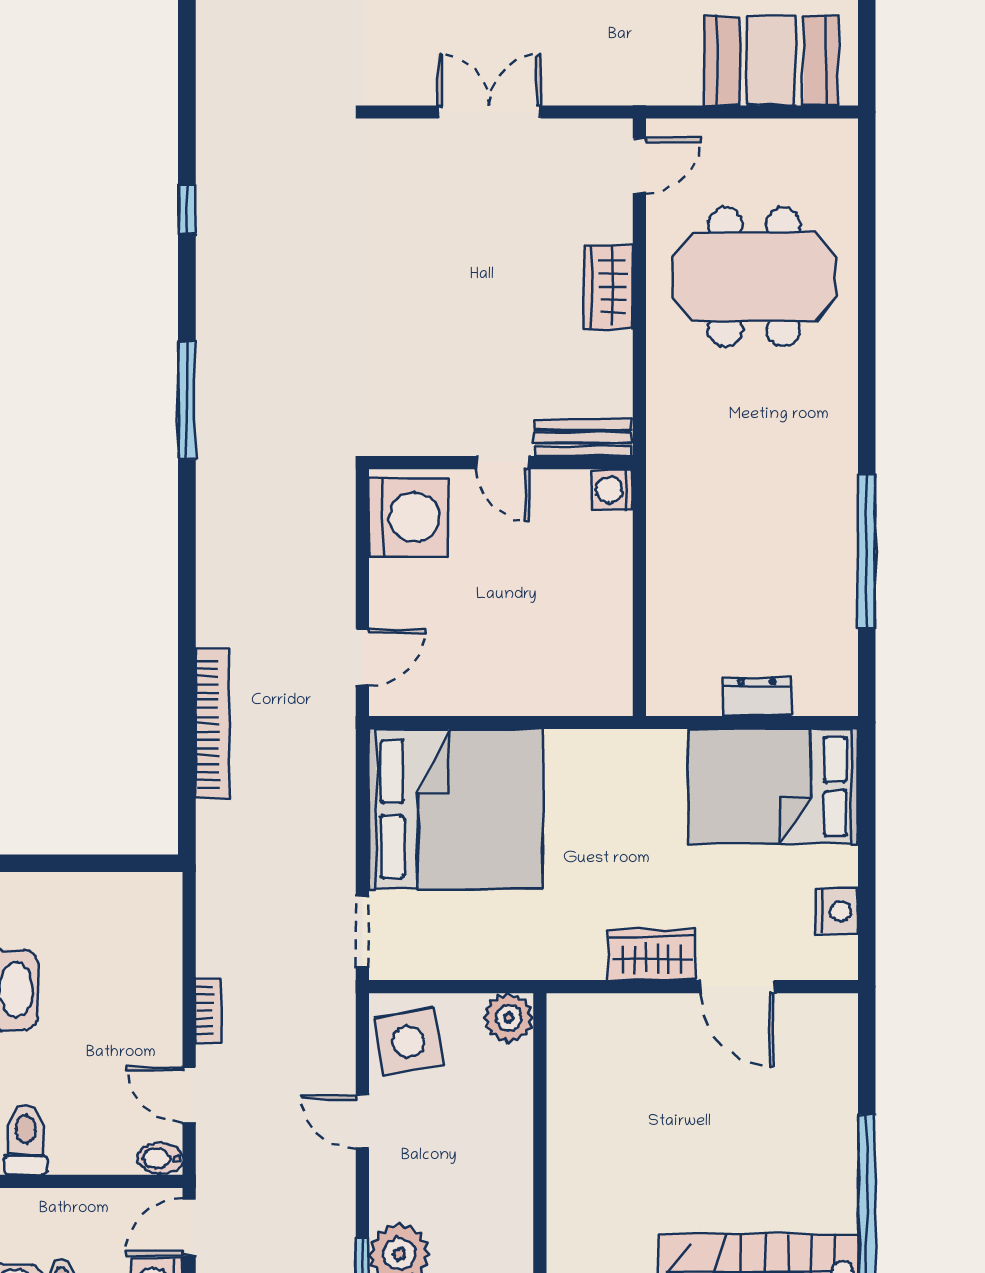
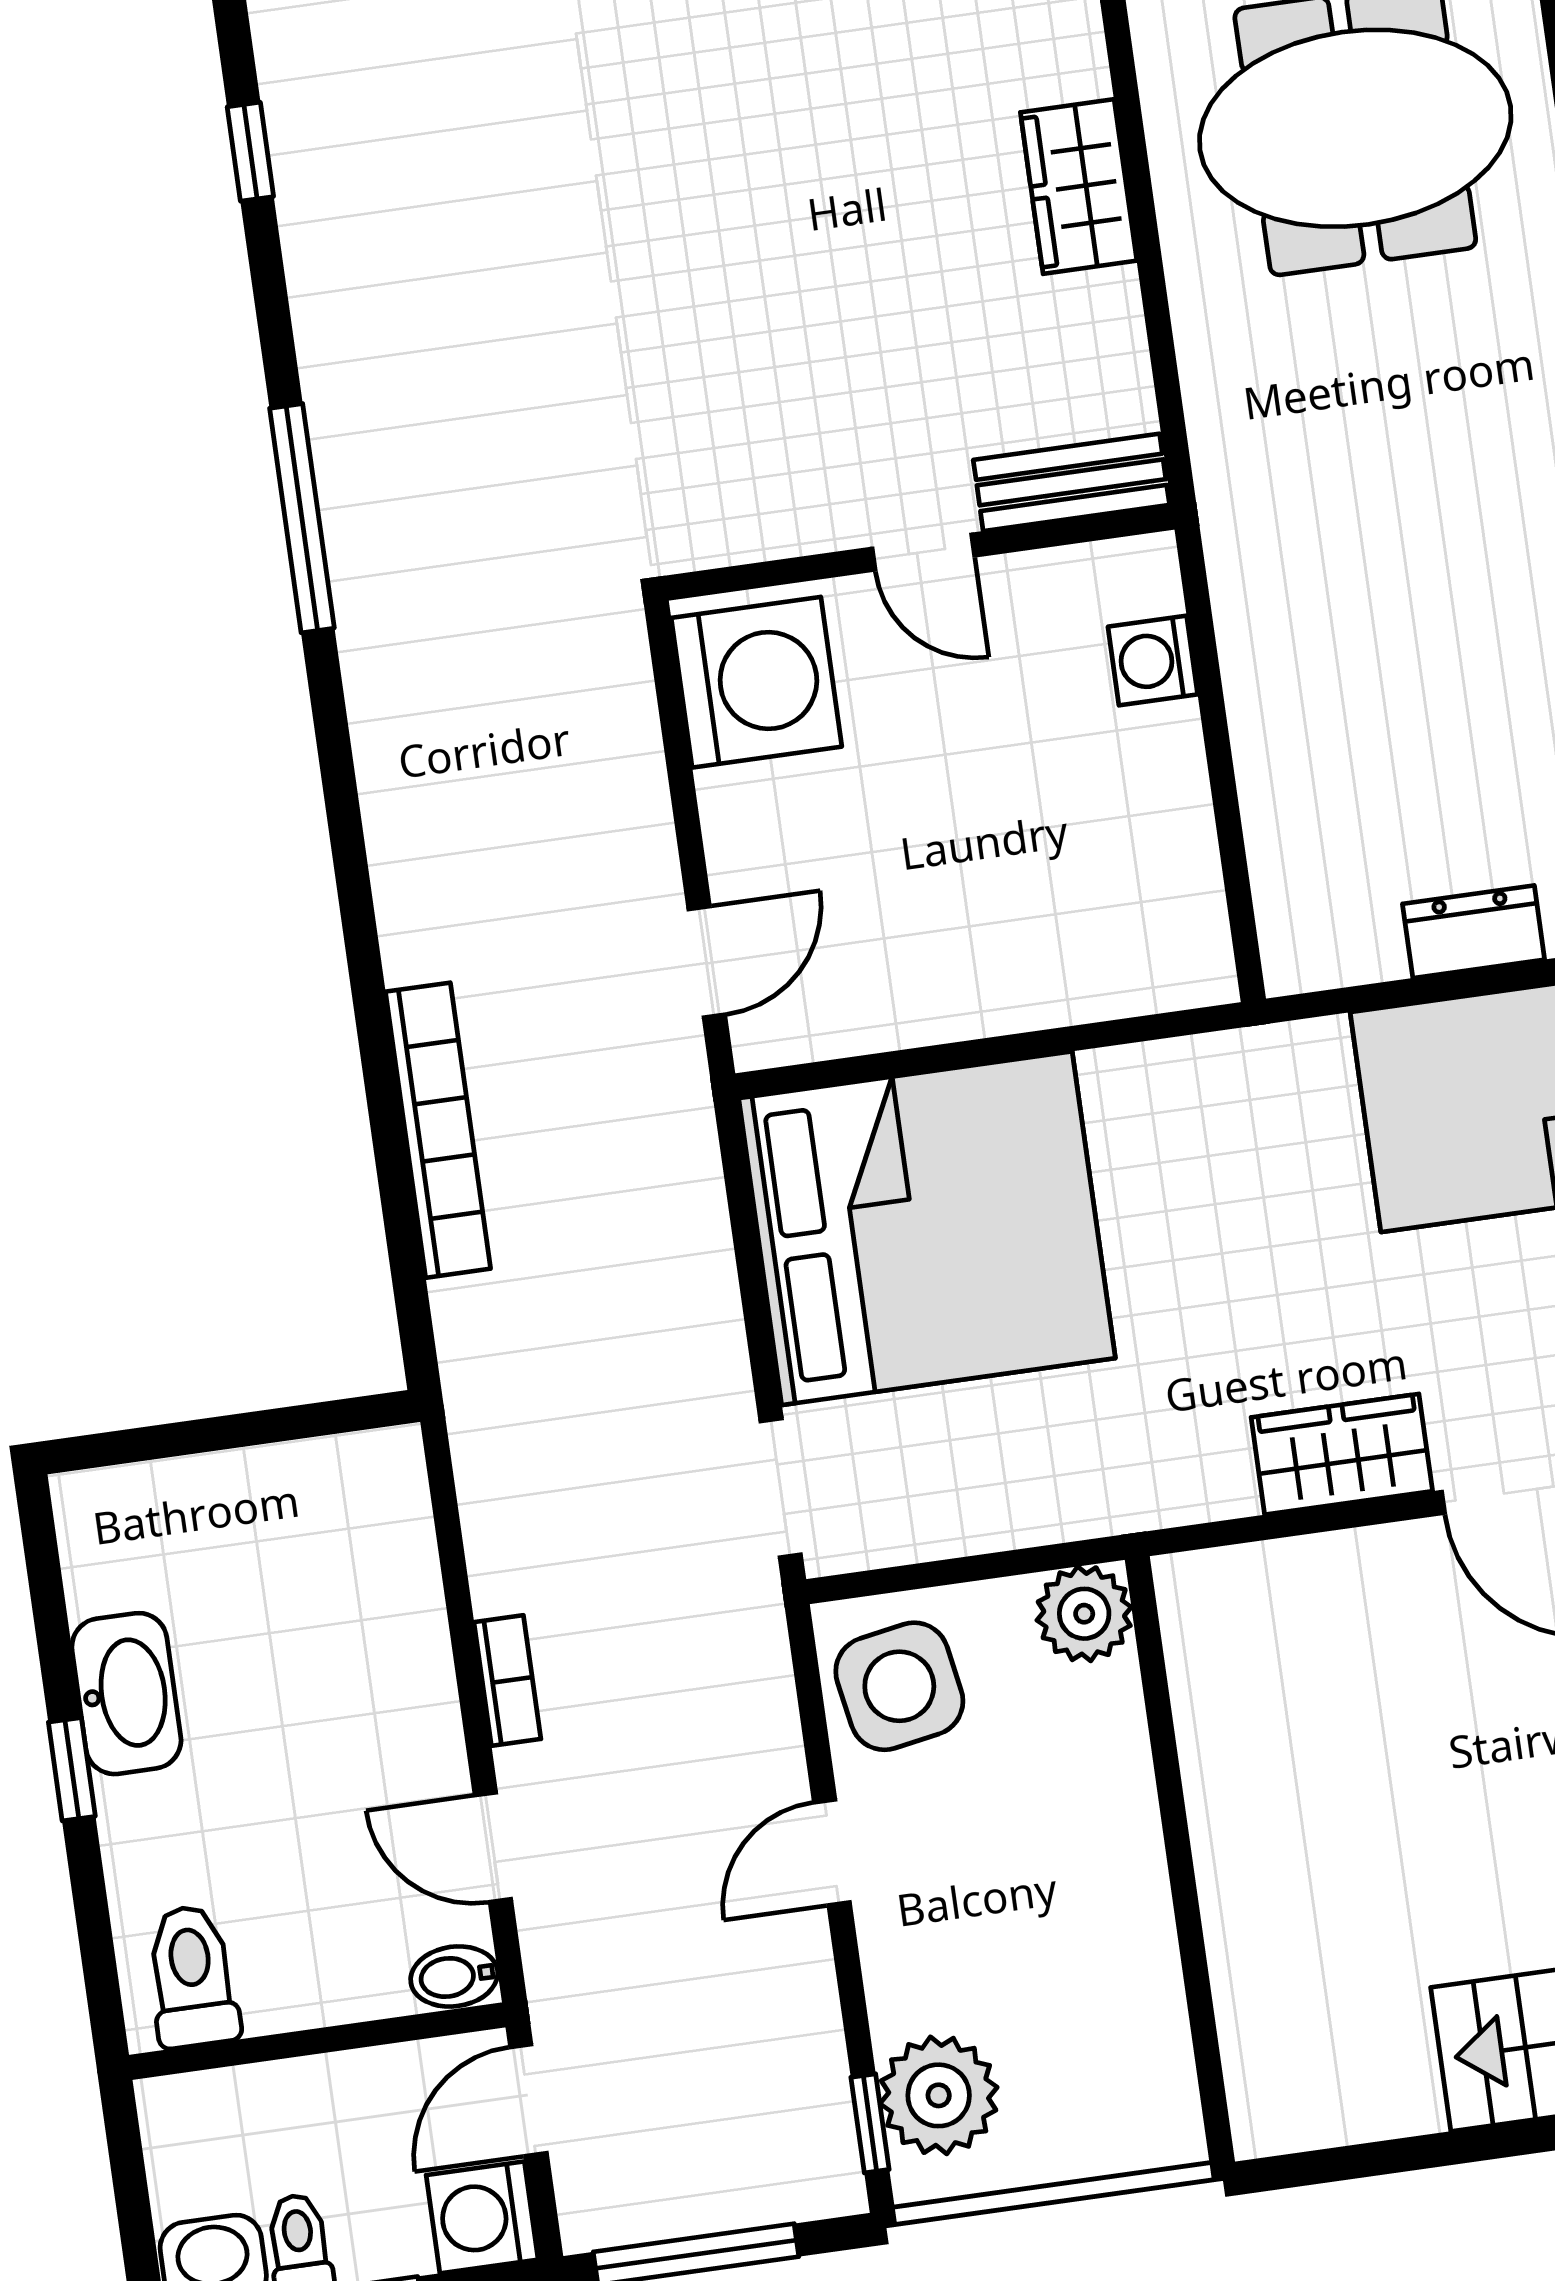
washing machine: (612, 490) -> (1153, 660), moved
door: (362, 1122) -> (832, 1852), hinge flipped

